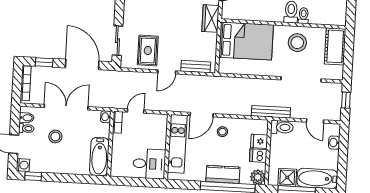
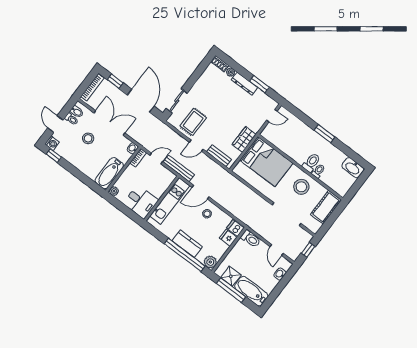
wardrobe: (210, 19) -> (244, 139), moved
bench: (271, 112) -> (179, 168), moved
dishwasher: (258, 156) -> (235, 228), moved
plant: (116, 171) -> (114, 191), added

